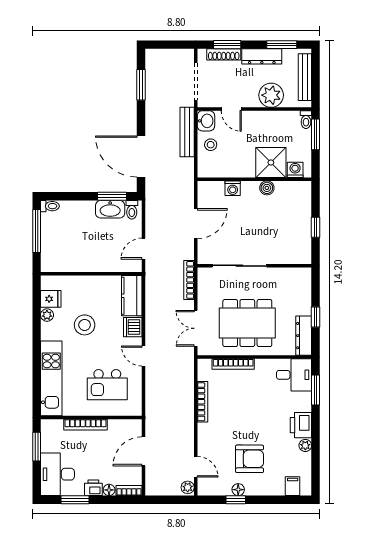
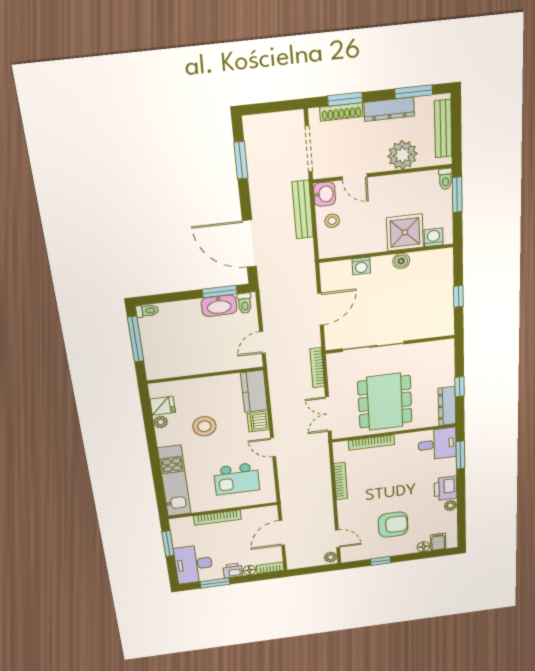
dining table: (247, 323) -> (385, 402), turned 90
floor lamp: (238, 490) -> (423, 547), moved

